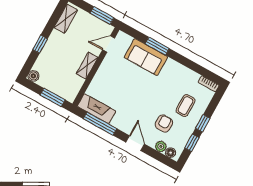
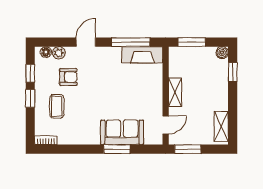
window: (40, 44) -> (233, 72), moved
armchair: (164, 123) -> (68, 77), turned -90
door: (135, 143) -> (86, 42), swing flipped

